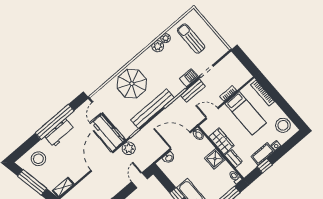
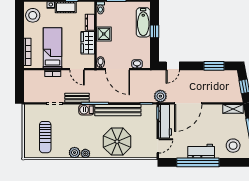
plant: (166, 38) -> (85, 154), moved
barbecue: (189, 78) -> (86, 110), moved

